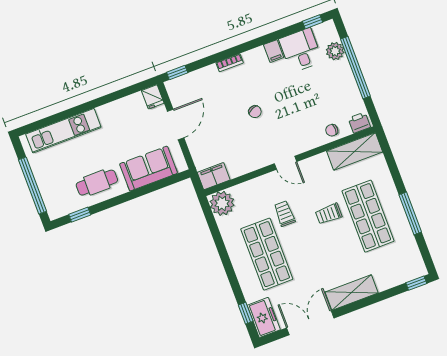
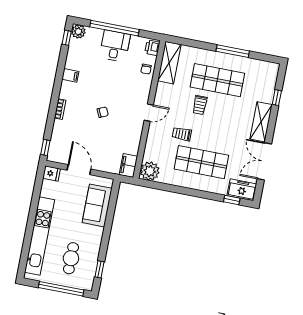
desk: (301, 50) -> (115, 46), moved, turned 90
plant: (335, 51) -> (78, 32), moved
kitchen unit: (63, 131) -> (40, 236), width x1.36
cafe table: (97, 183) -> (71, 258), moved
window: (416, 283) -> (277, 98), moved

